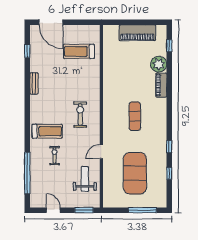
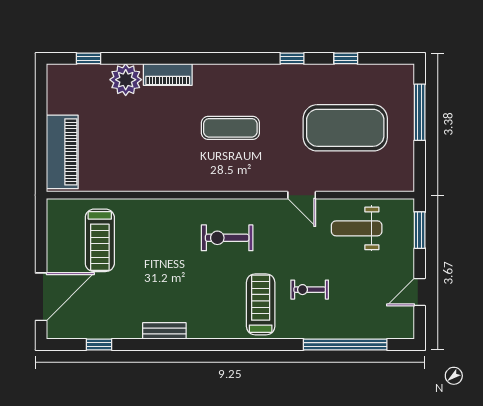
piano: (137, 33) -> (62, 152), moved

